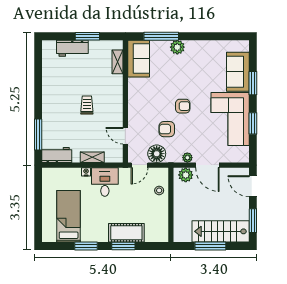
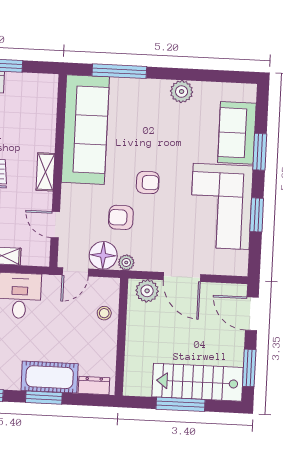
plant: (177, 47) -> (182, 92), moved
sofa: (139, 59) -> (85, 130), width x1.85, depth x1.27
shelving: (117, 62) -> (45, 172), moved
plant: (187, 158) -> (126, 262), moved
dresser: (155, 237) -> (94, 385), added

